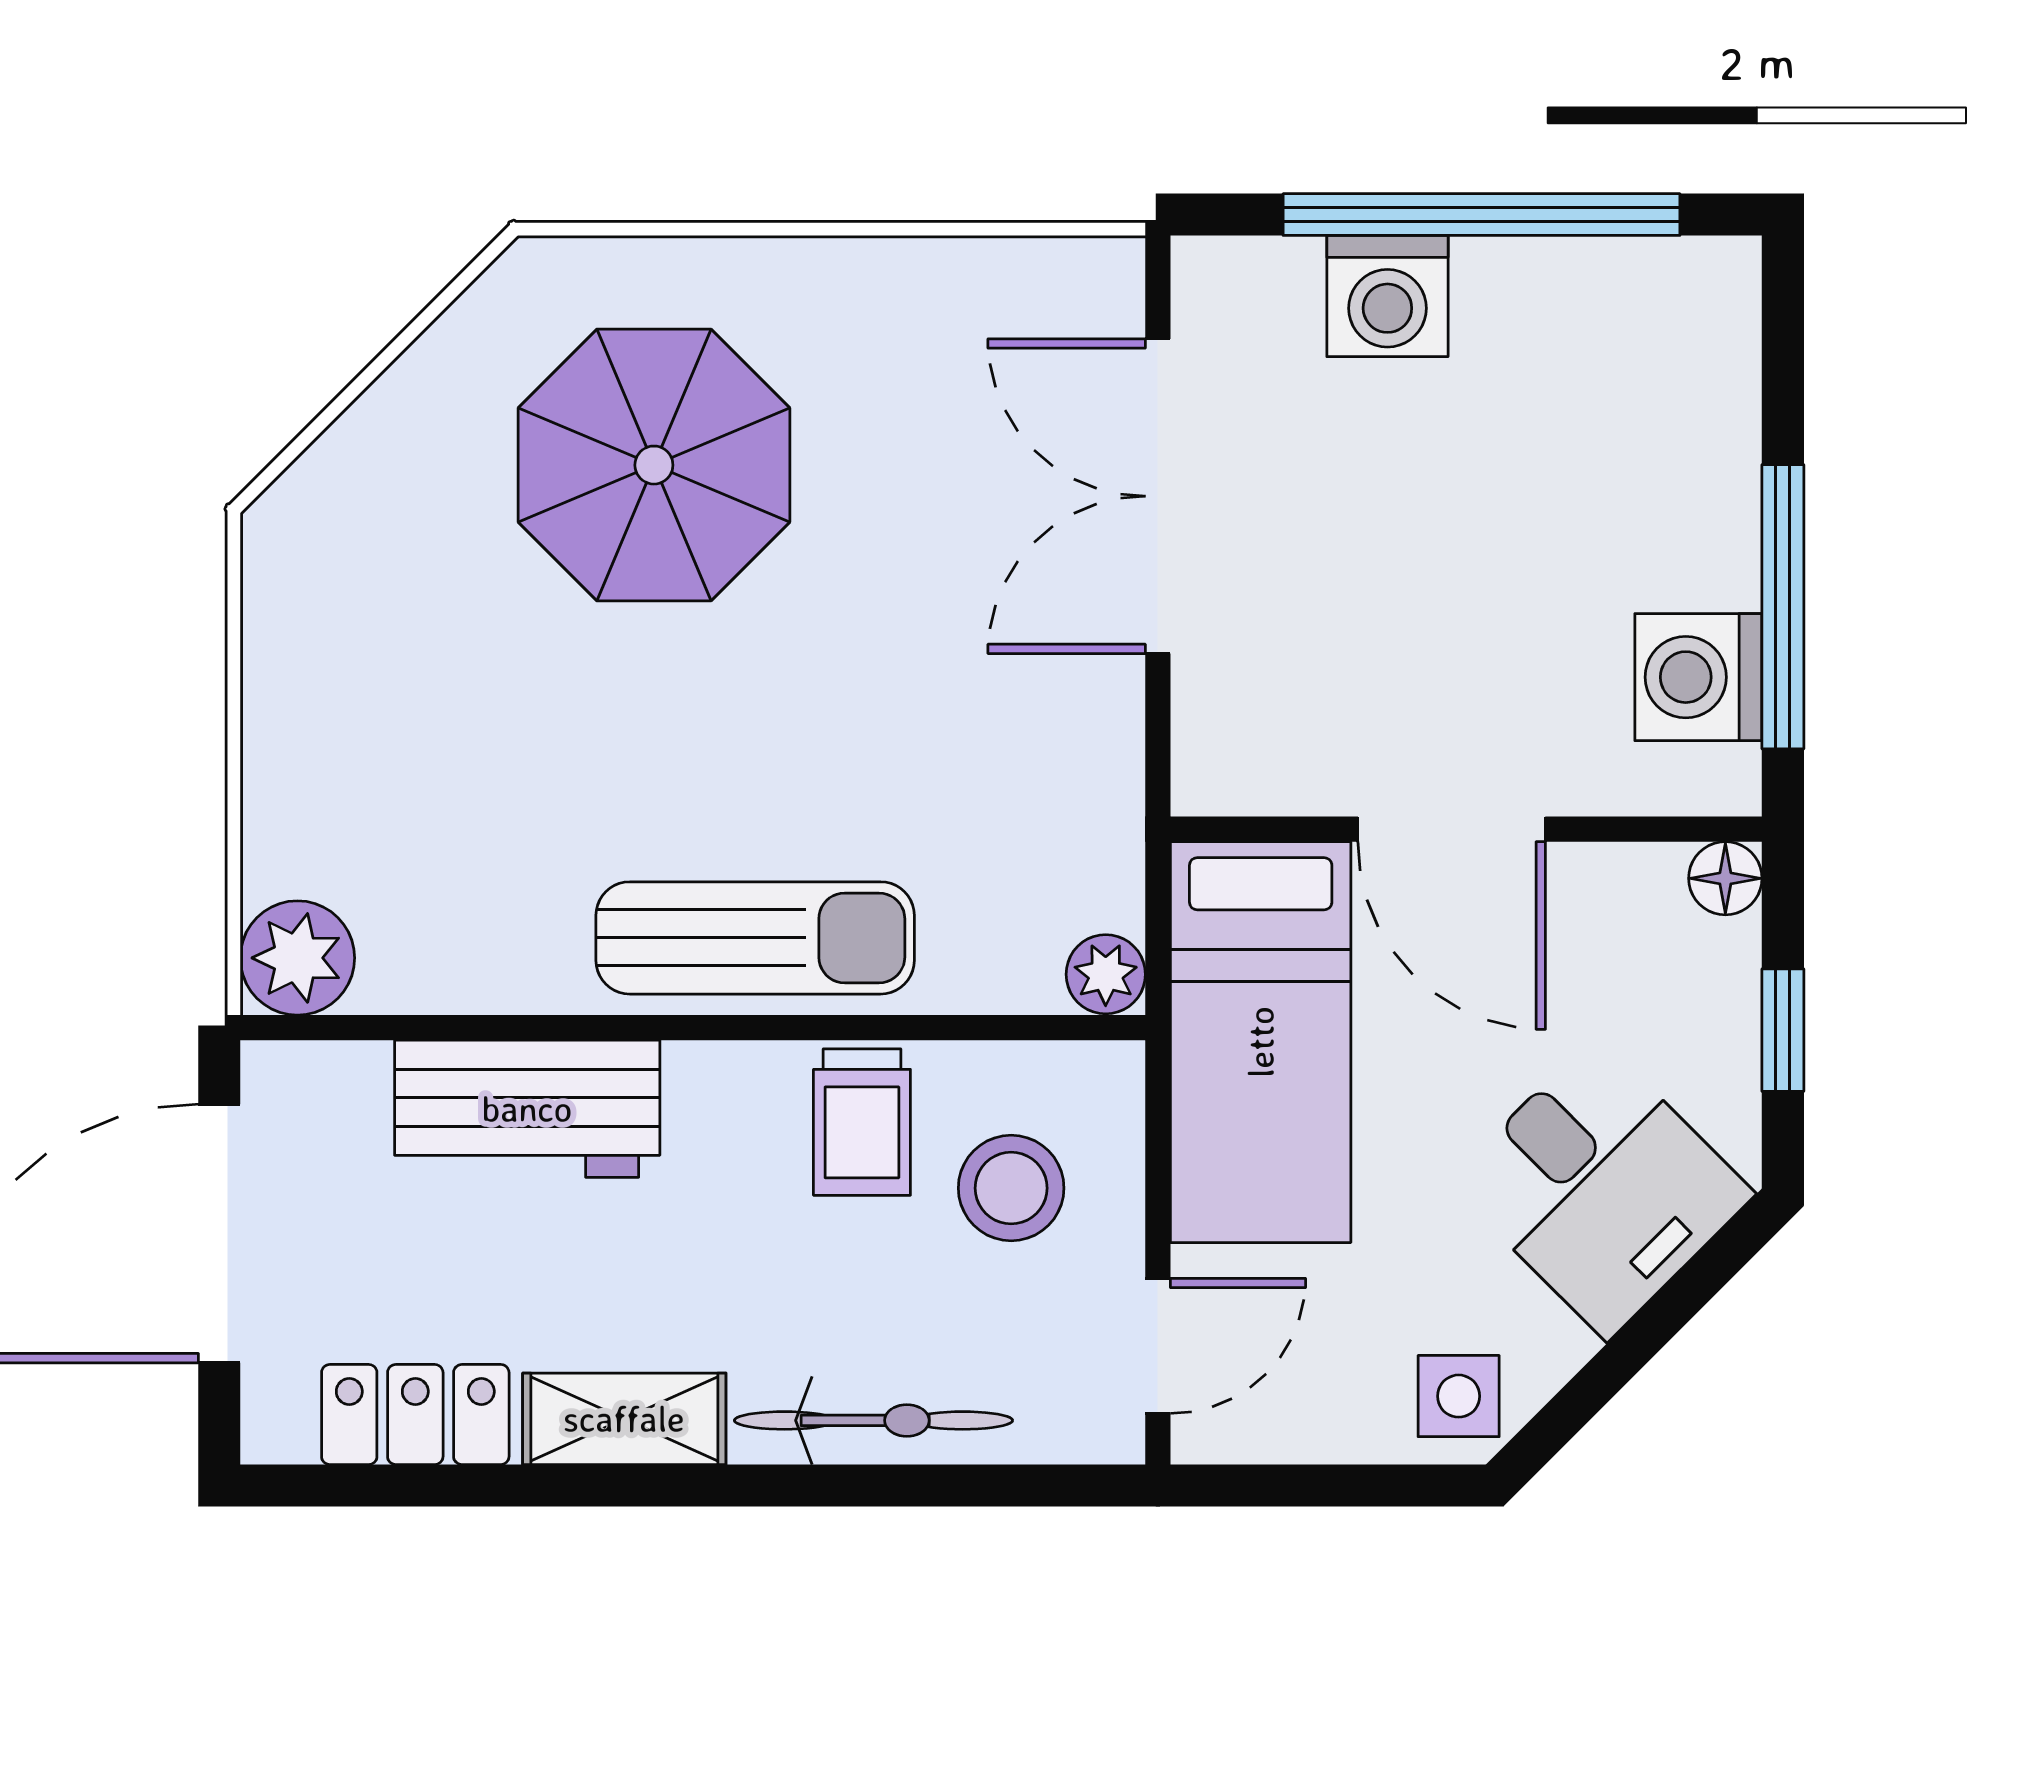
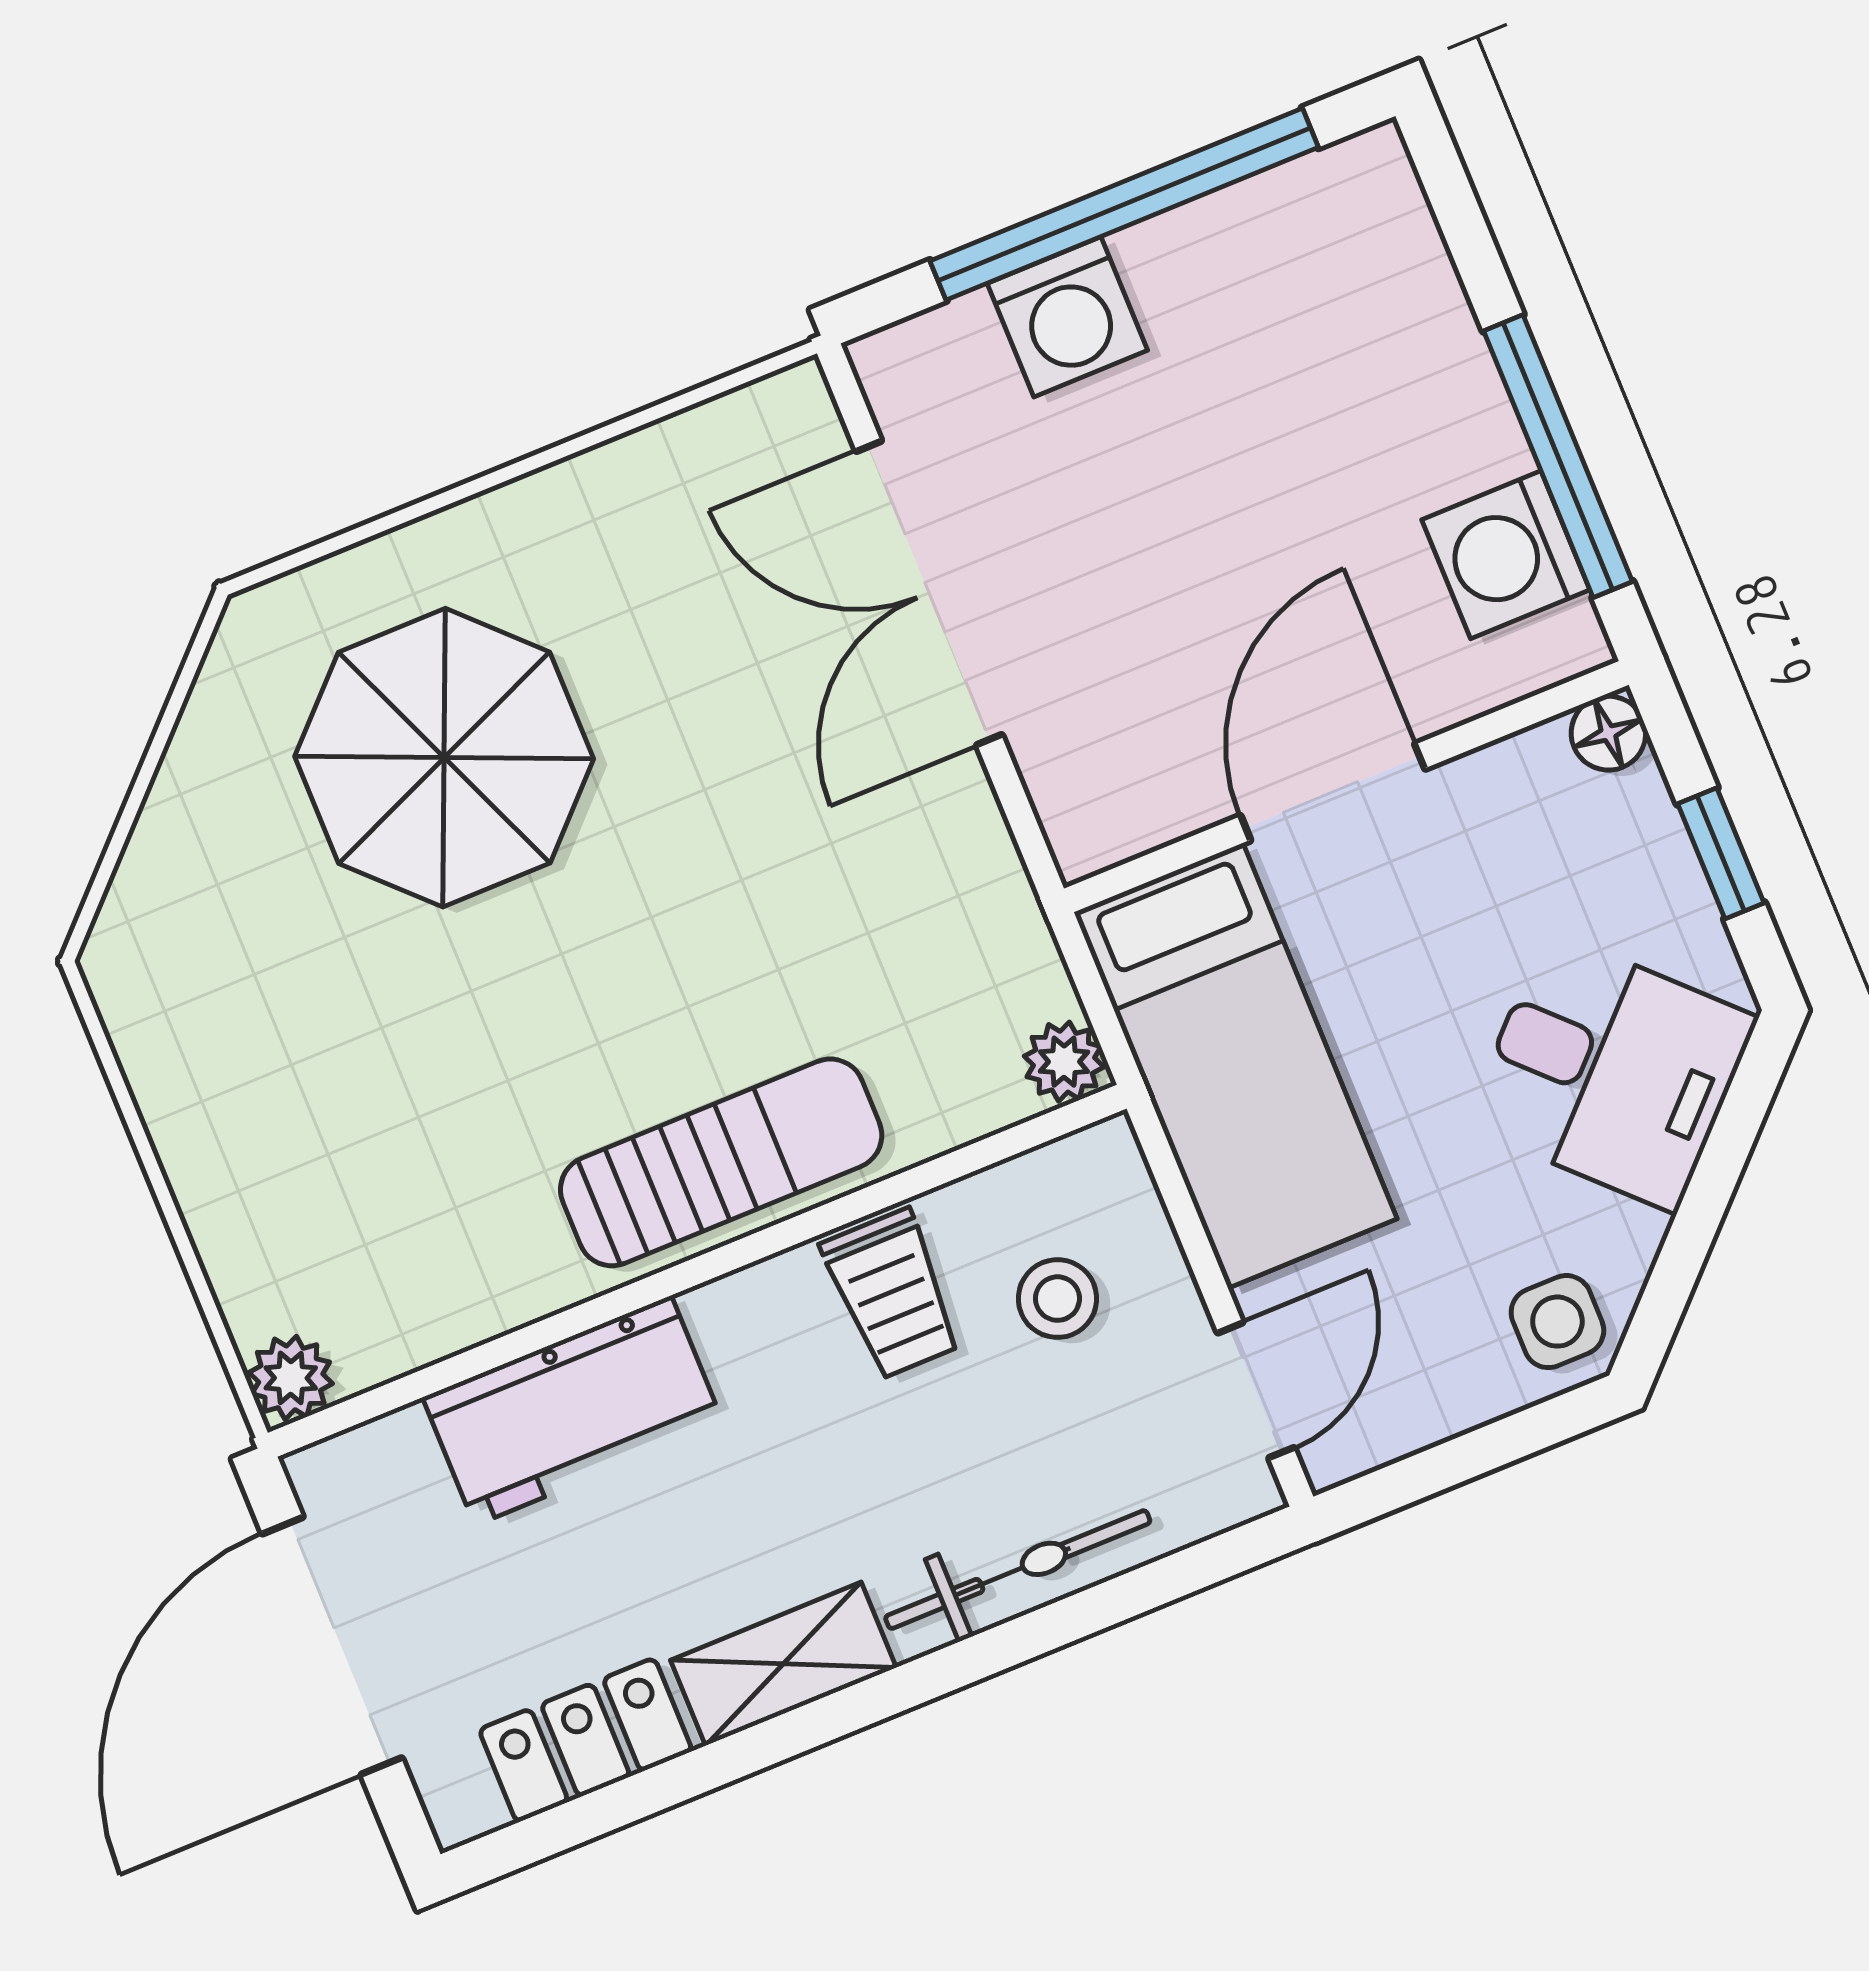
door: (1452, 829) -> (1333, 792), swing flipped
plant: (297, 958) -> (291, 1378), width x0.73, depth x0.73
stool: (1011, 1188) -> (1057, 1299), width x0.73, depth x0.73

